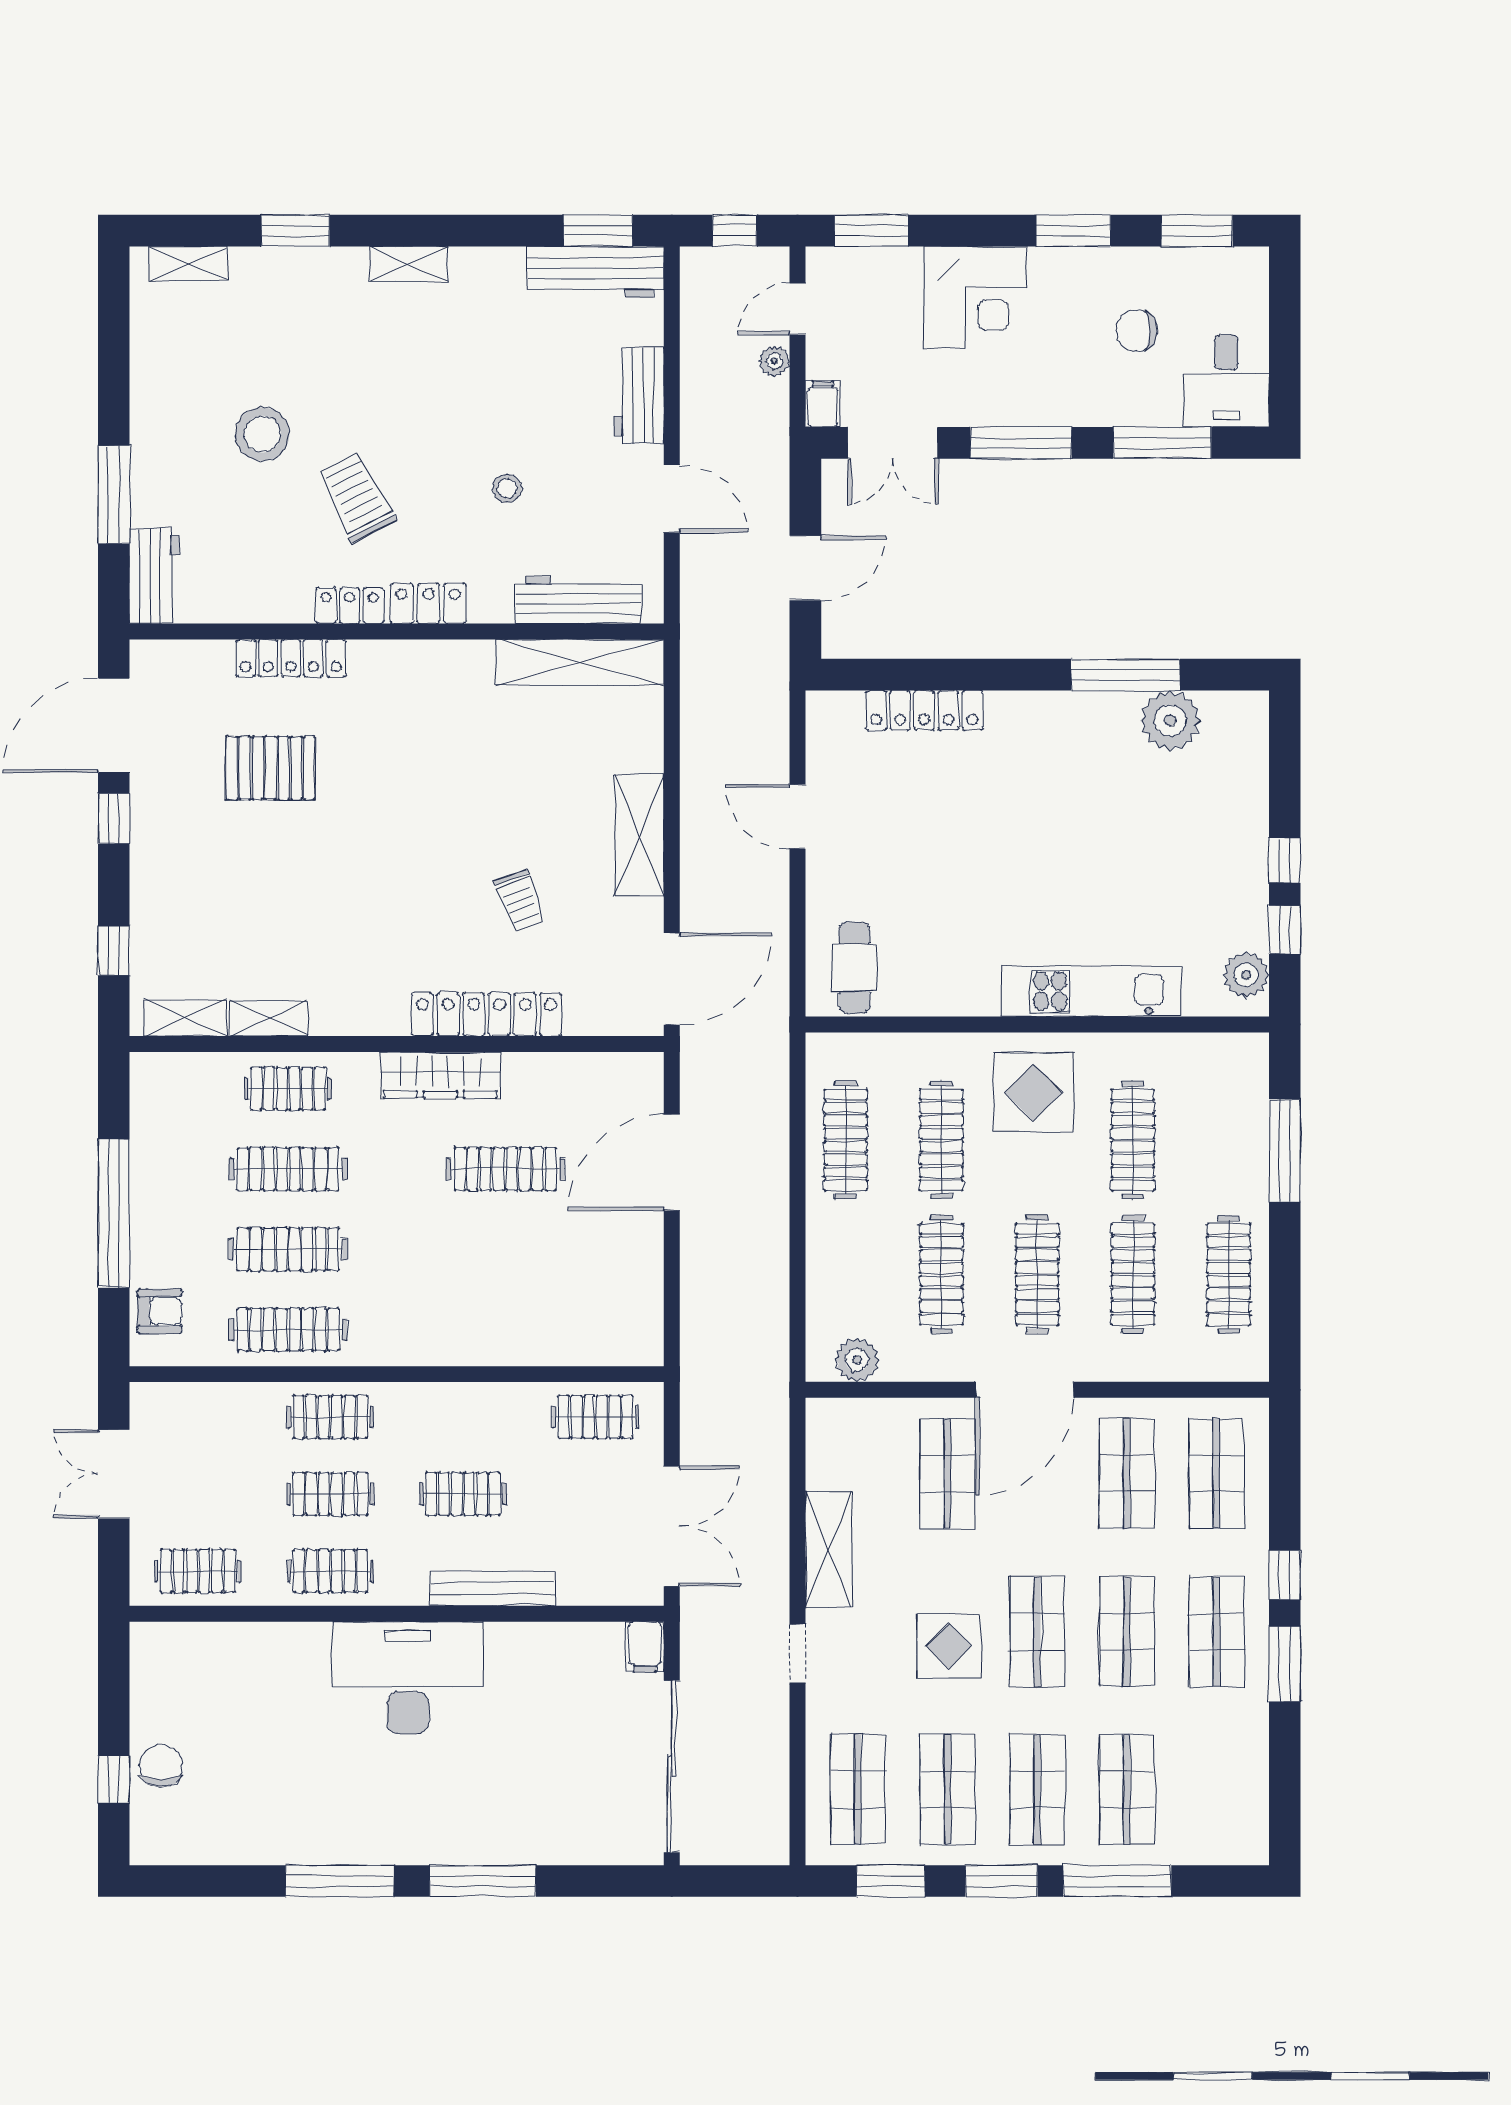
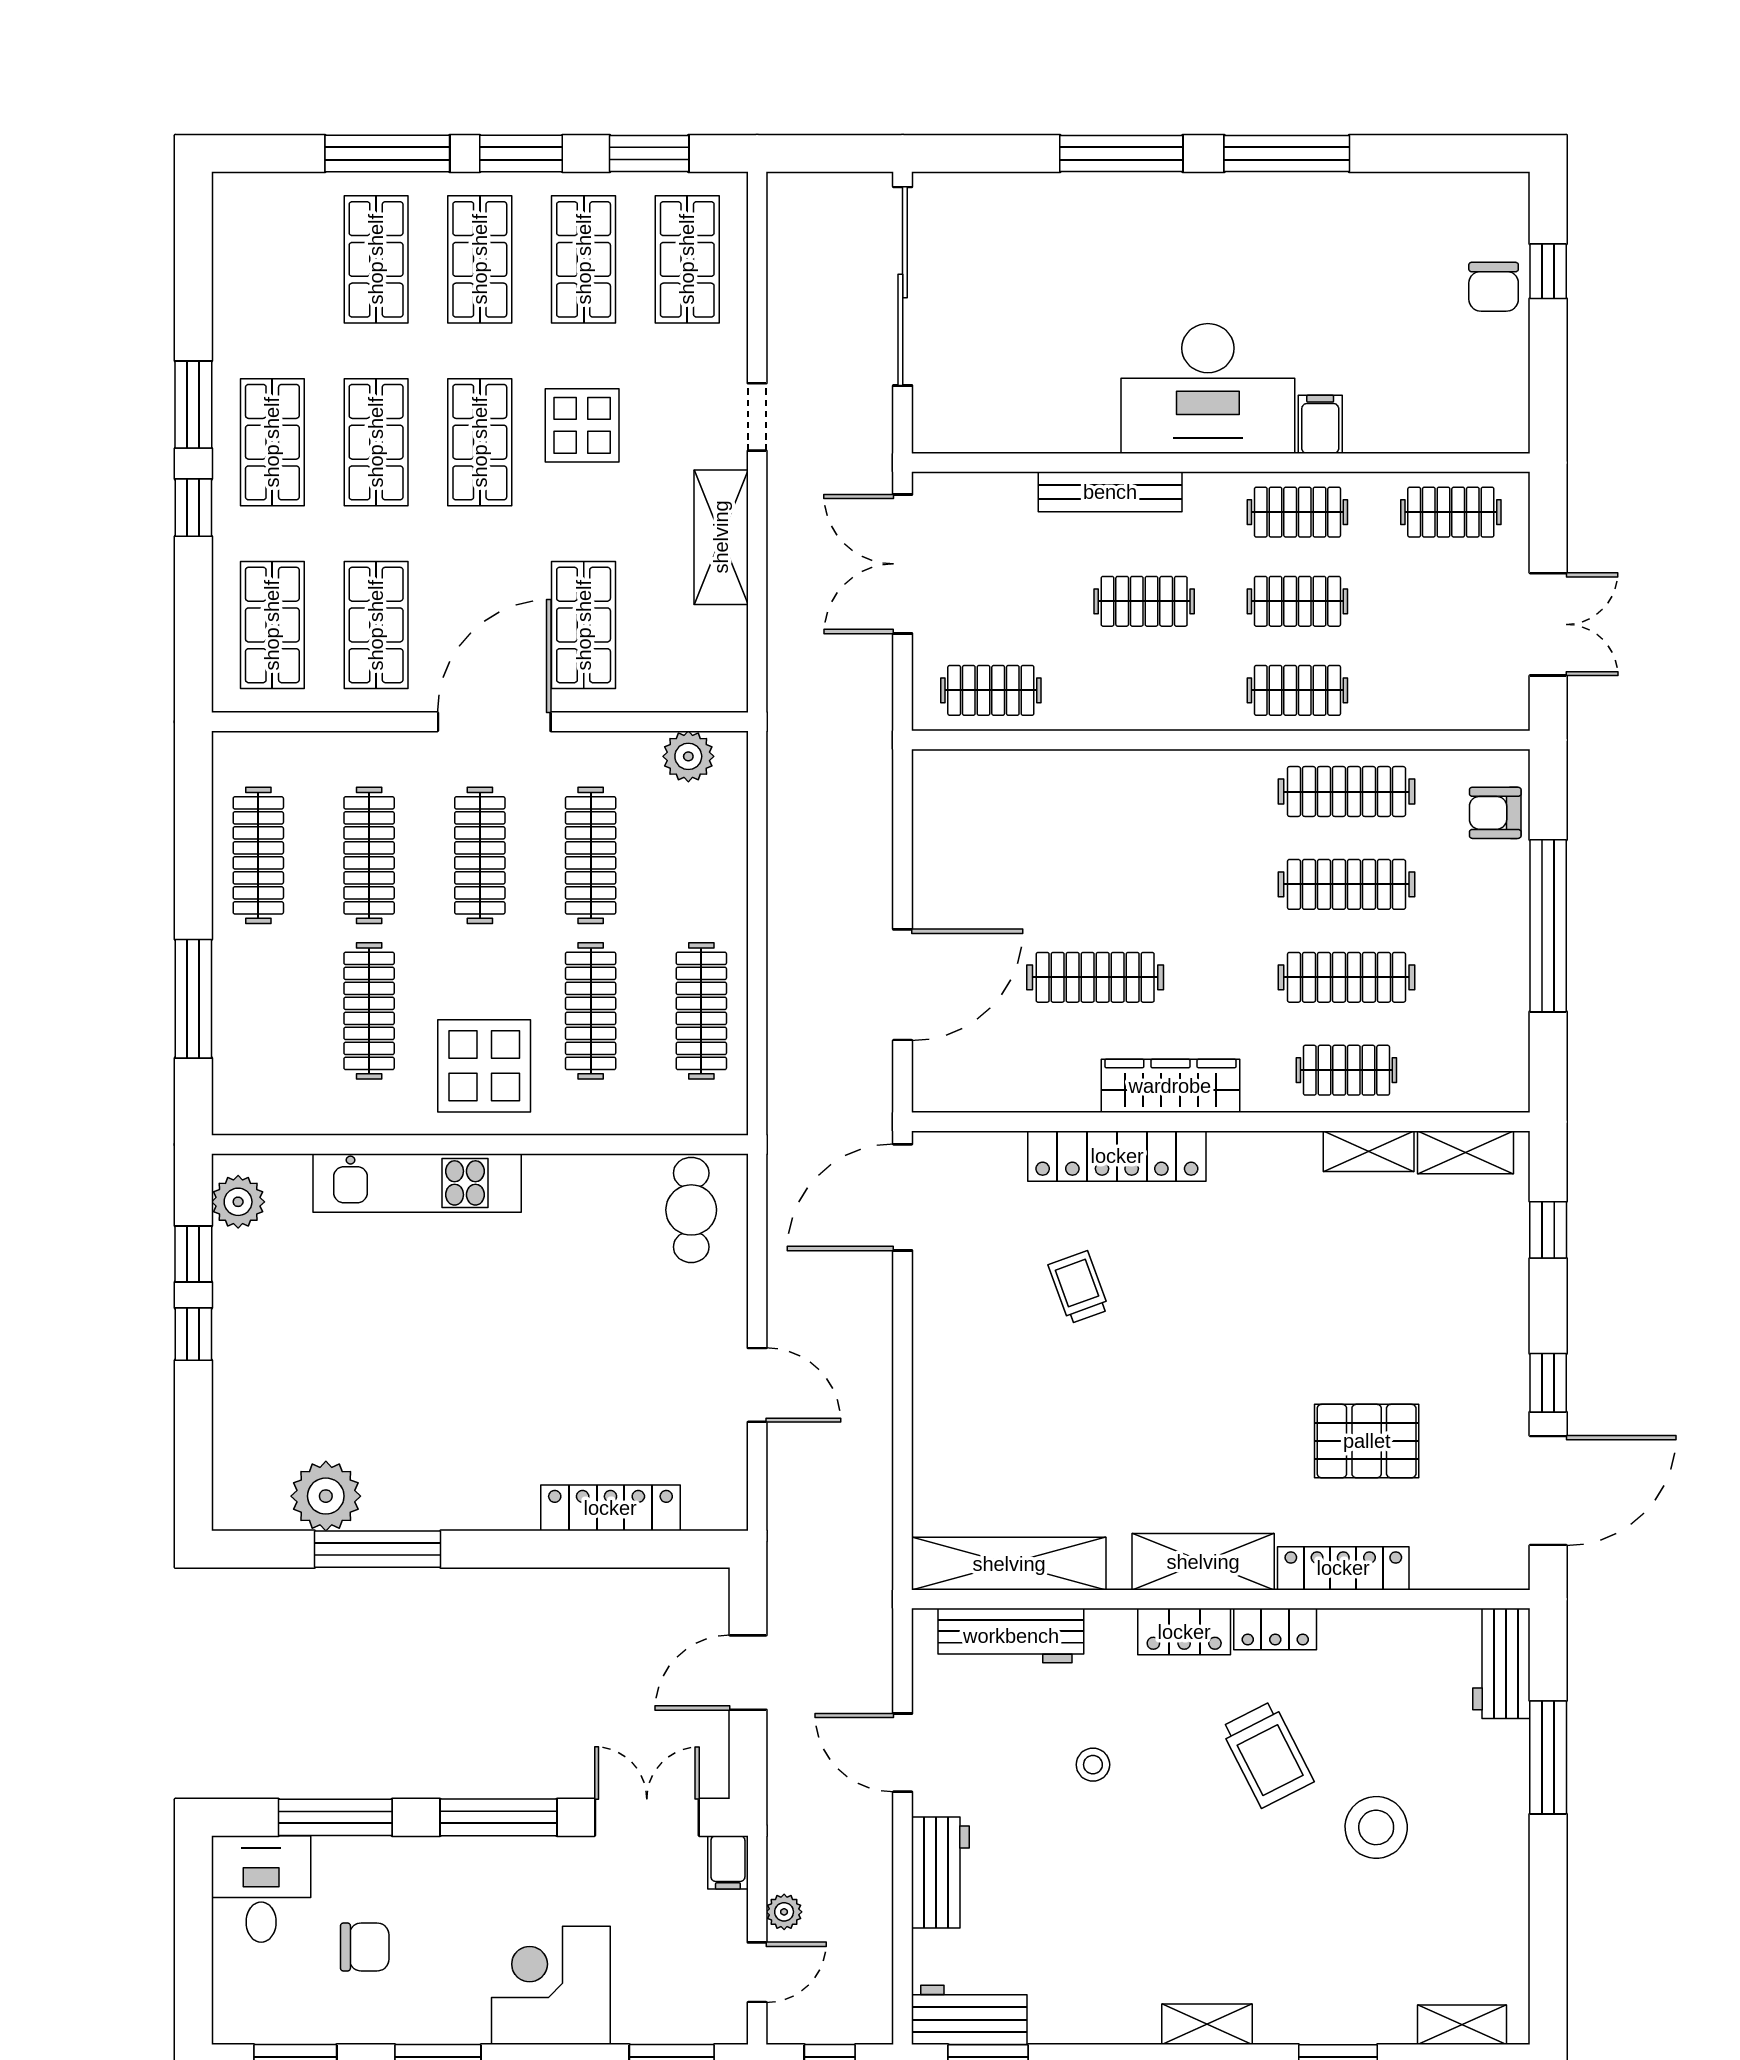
workbench: (595, 272) -> (969, 2015), width x0.73
shelving: (639, 835) -> (1203, 1562), moved, turned 90
filing cabinet: (645, 1647) -> (1320, 424), moved

